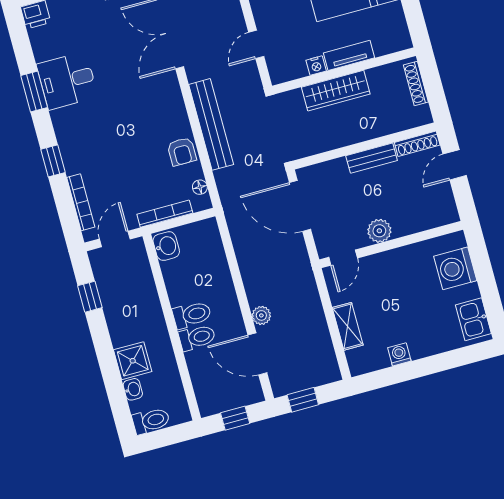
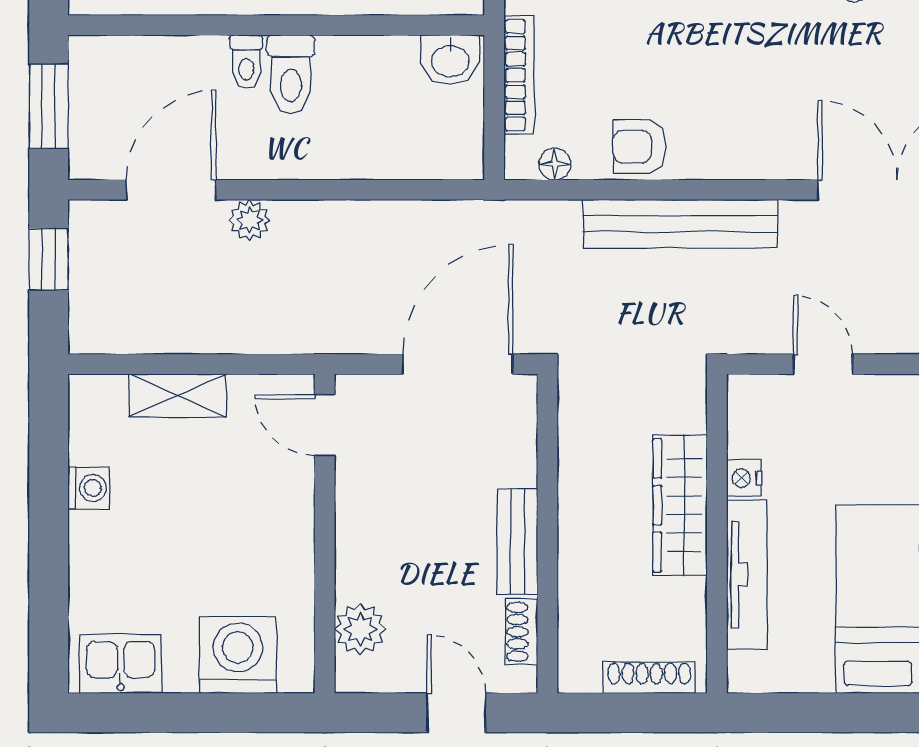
tv unit: (349, 55) -> (747, 575), width x1.41
shoe rack: (417, 144) -> (522, 632), width x0.70
plant: (379, 231) -> (360, 629), moved
toilet: (197, 337) -> (246, 62), width x0.73, depth x0.72
window: (235, 418) -> (49, 106), width x1.50

